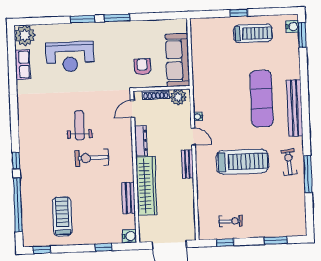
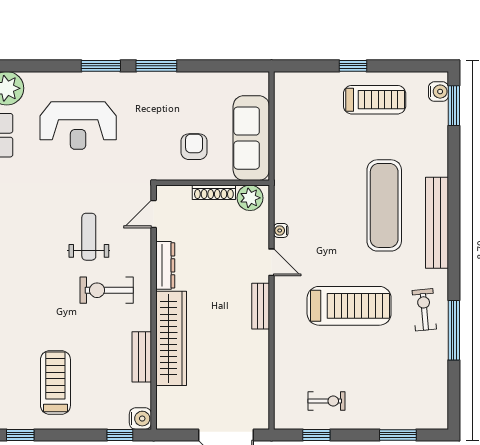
door: (132, 109) -> (154, 214), moved
dresser: (141, 141) -> (165, 265), moved
wall: (135, 167) -> (154, 307), moved
wardrobe: (146, 186) -> (171, 338), moved
bench: (129, 198) -> (142, 357), moved
water cooler: (129, 236) -> (140, 419), moved

